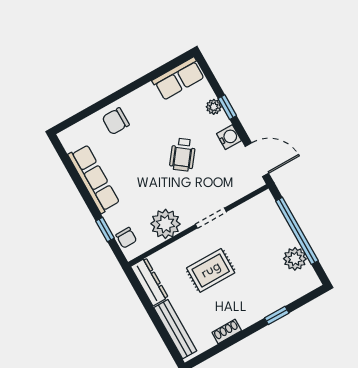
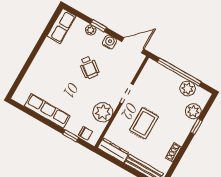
chair: (116, 121) -> (40, 71), removed
plant: (285, 293) -> (193, 111), added

